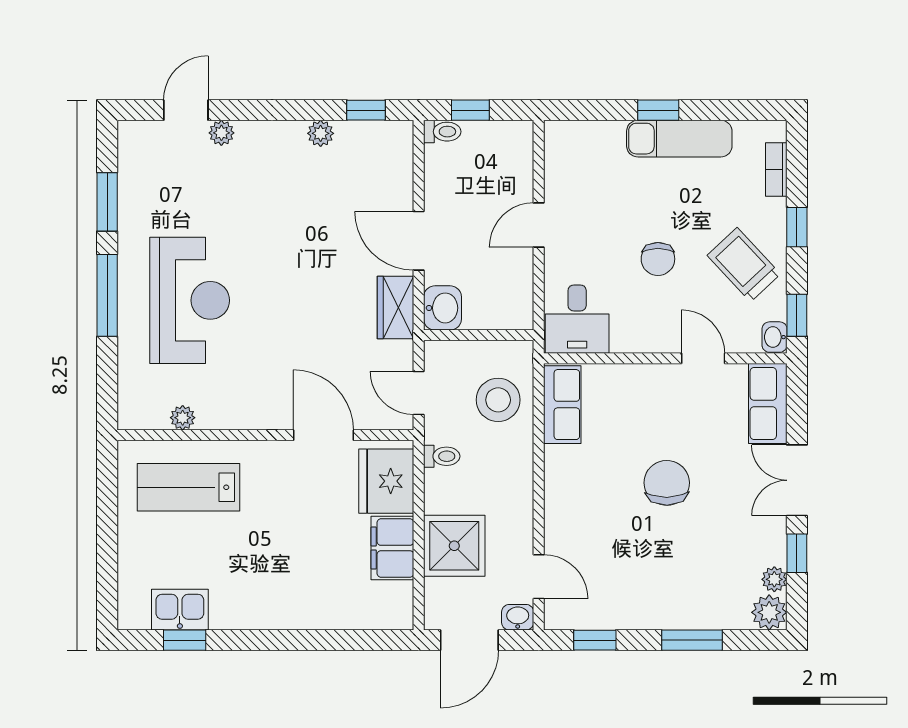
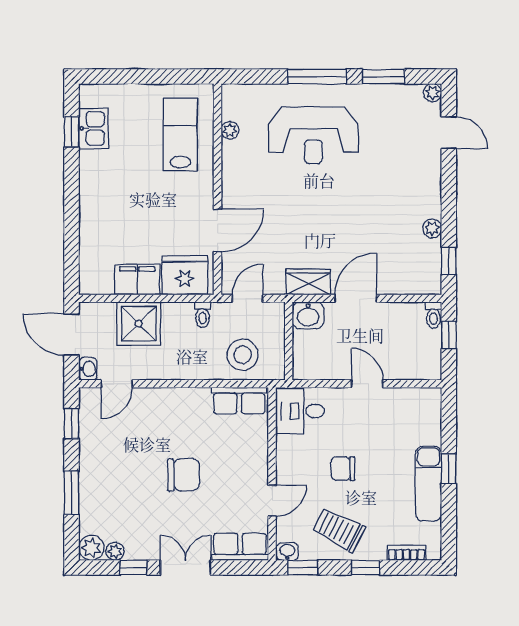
plant: (221, 133) -> (433, 93), moved
trolley: (744, 265) -> (339, 530), turned -110

